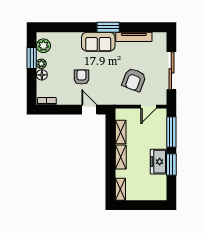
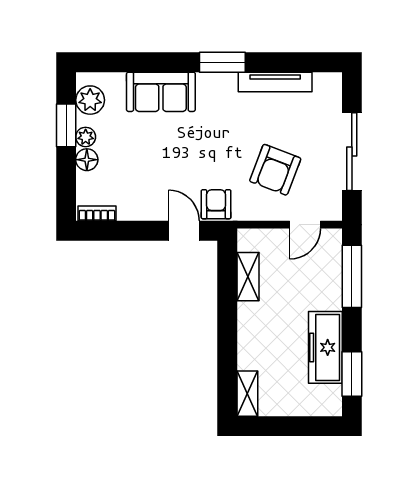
sofa: (98, 42) -> (161, 92), moved
armchair: (81, 77) -> (216, 204), moved
shelving: (121, 157) -> (248, 328), removed
freezer: (158, 162) -> (325, 347), width x1.40
window: (171, 165) -> (352, 374), moved

